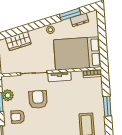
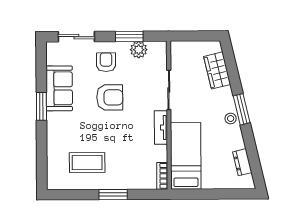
window: (70, 14) -> (242, 109), moved
bed: (77, 53) -> (186, 156), width x0.67
armchair: (38, 99) -> (110, 97), moved

